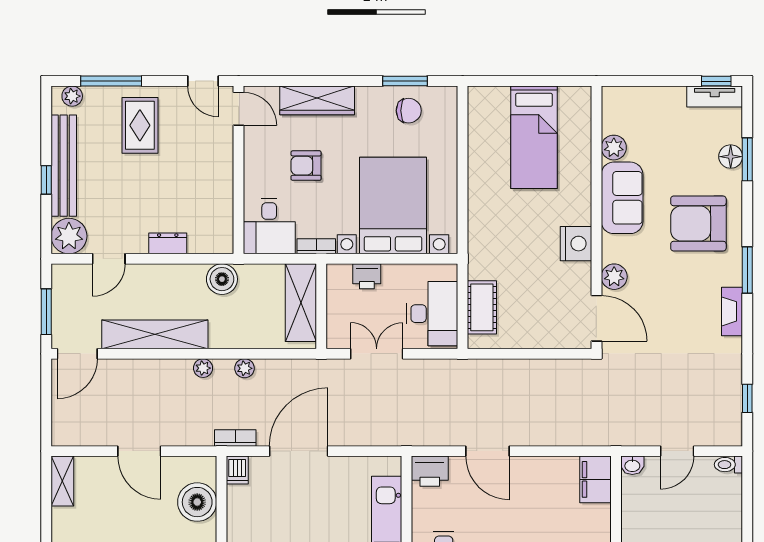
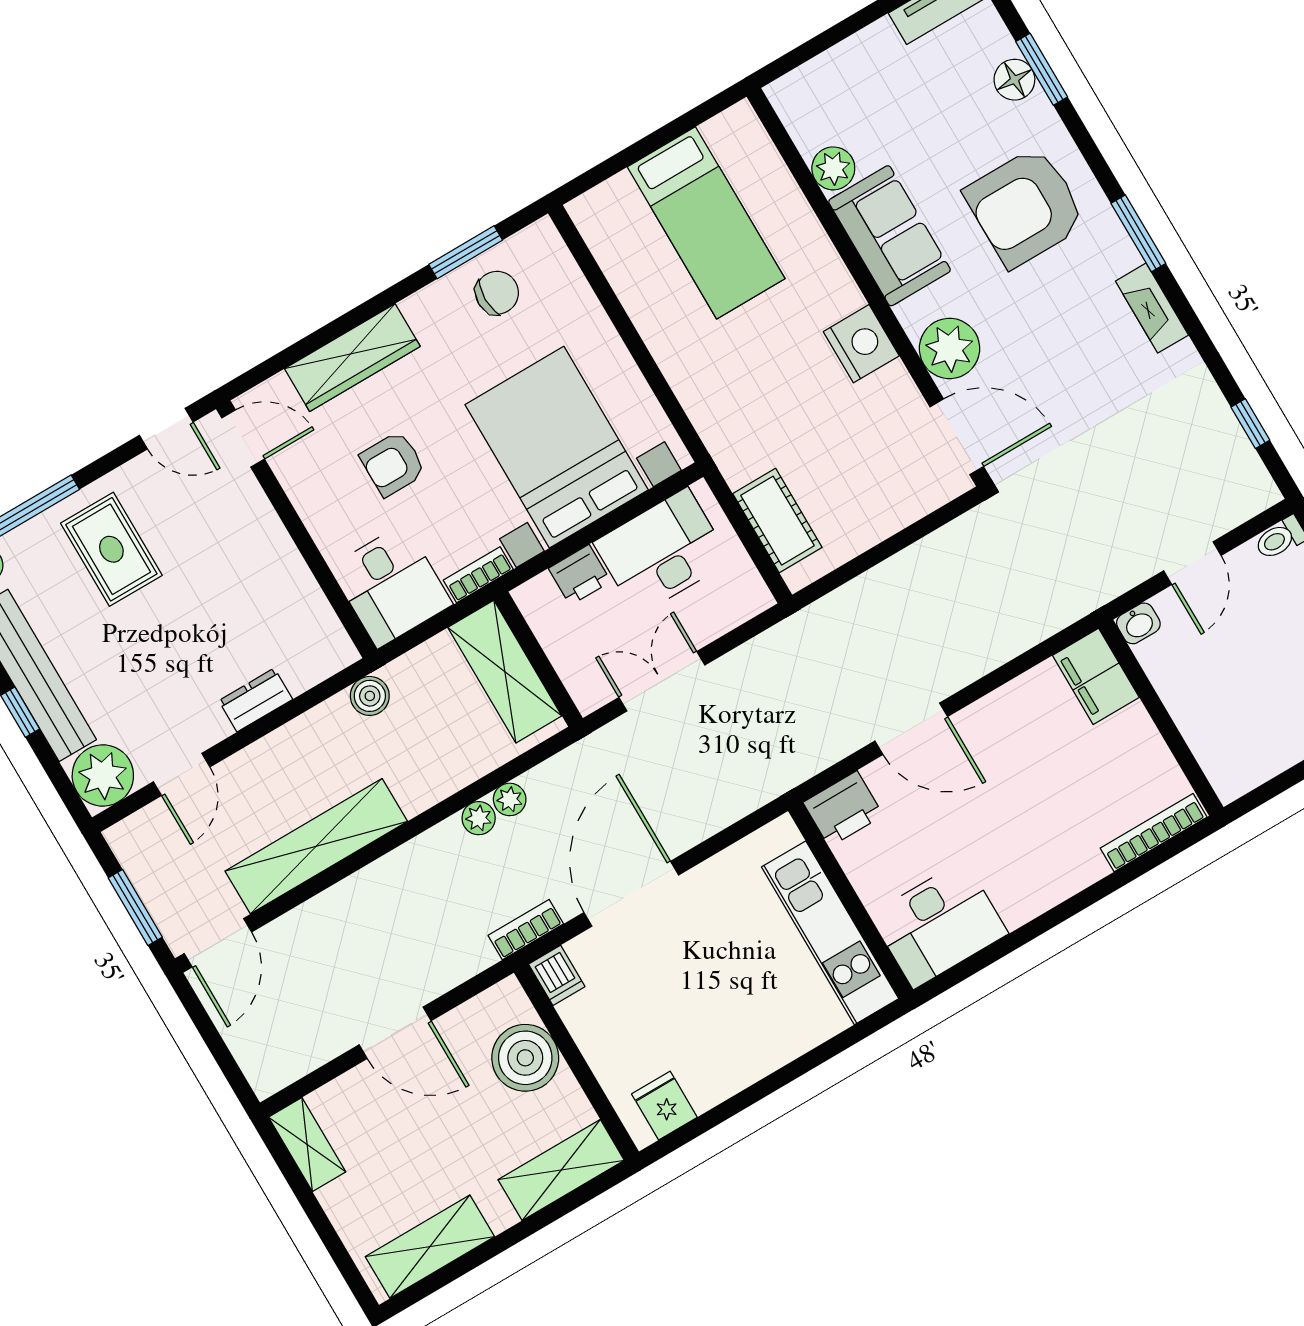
plant: (614, 277) -> (949, 348), width x1.36, depth x1.36
boiler: (222, 279) -> (370, 696), width x0.73, depth x0.73
desk: (432, 314) -> (662, 552), moved, turned -90
plant: (203, 368) -> (510, 799), moved

